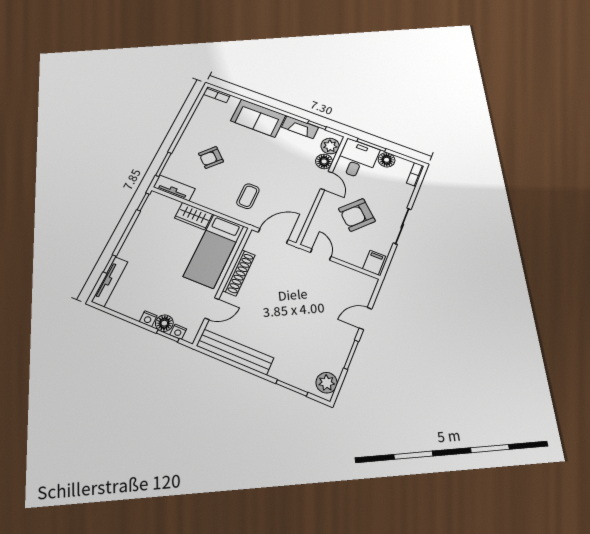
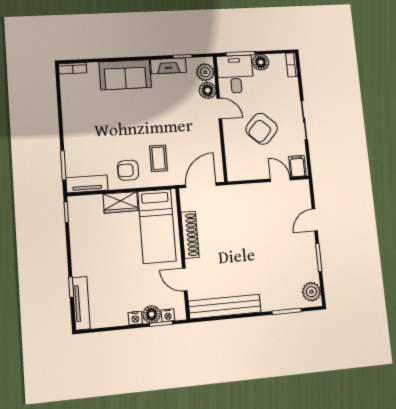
armchair: (211, 158) -> (128, 170), moved, turned 47
door: (321, 255) -> (280, 179), moved
door: (212, 309) -> (185, 280), swing flipped

